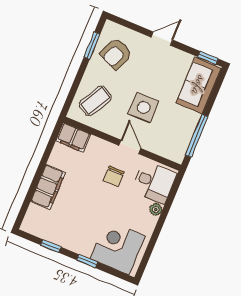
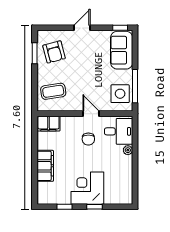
armchair: (116, 54) -> (54, 52), turned -39
coffee table: (95, 101) -> (53, 91), turned 52
side table: (144, 108) -> (120, 94), moved
corner desk: (118, 247) -> (87, 188), moved

